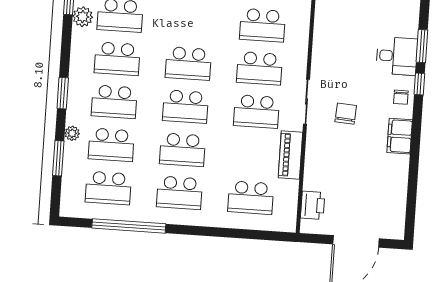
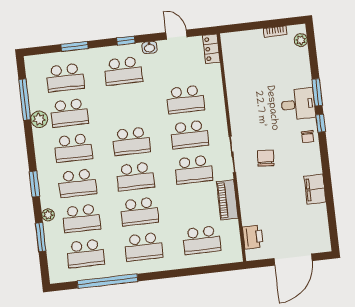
filing cabinet: (400, 136) -> (315, 189), moved

